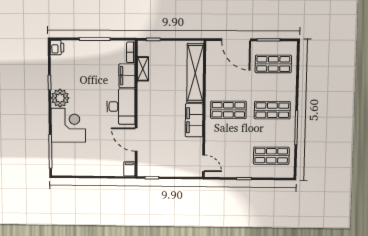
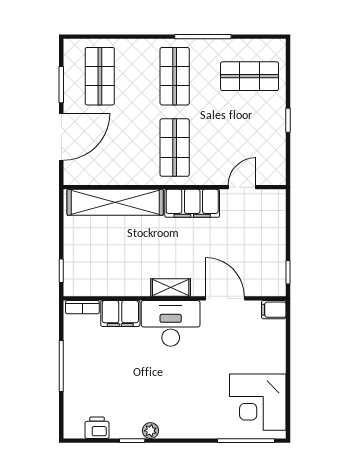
printer: (57, 48) -> (97, 428), moved
shelving: (143, 69) -> (171, 287), moved
plant: (60, 98) -> (150, 431), width x0.53, depth x0.53
corner desk: (68, 125) -> (258, 402), moved, turned -90
door: (136, 140) -> (225, 298), swing flipped
shop shelf: (271, 156) -> (249, 76), turned 90
door: (204, 163) -> (242, 187), moved

